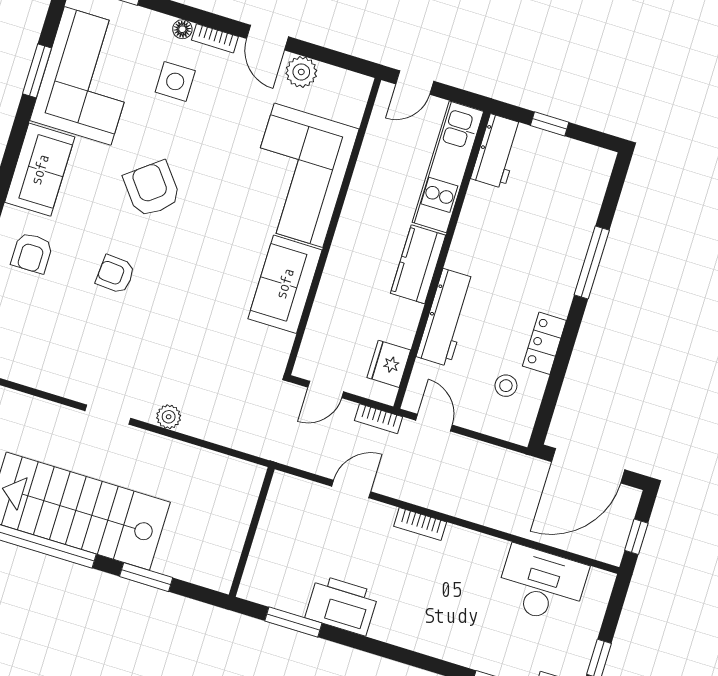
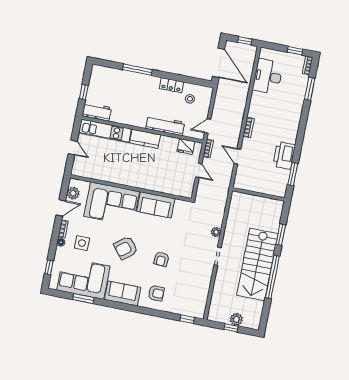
corner sofa: (298, 175) -> (112, 204), moved
wall: (333, 227) -> (131, 188), moved
sofa: (285, 284) -> (156, 205), moved

